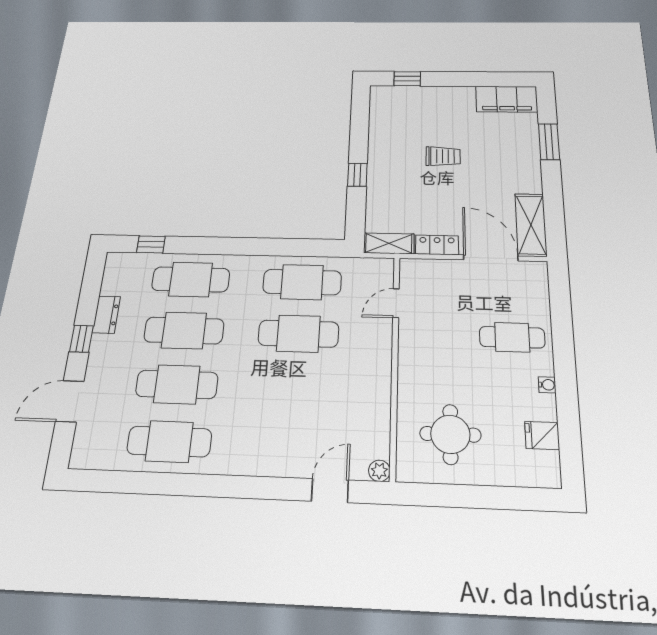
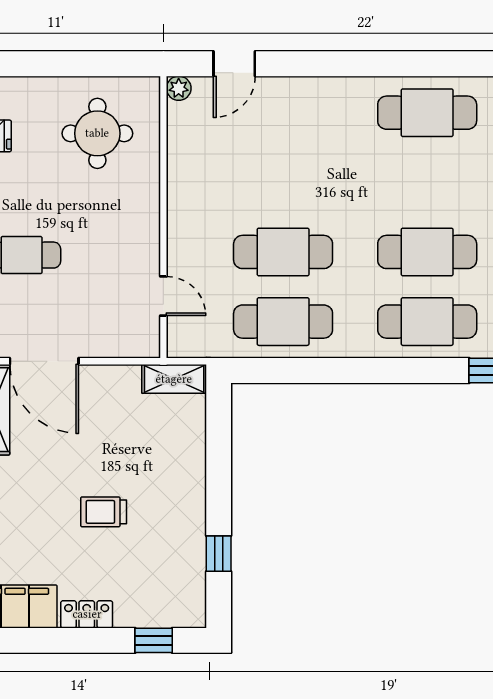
window: (357, 175) -> (219, 554), moved
locker: (437, 245) -> (87, 614), moved, turned 180
door: (396, 303) -> (163, 296), hinge flipped
cafe table: (177, 384) -> (427, 182), removed

